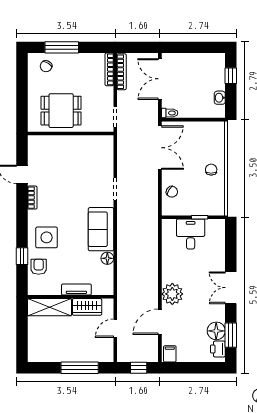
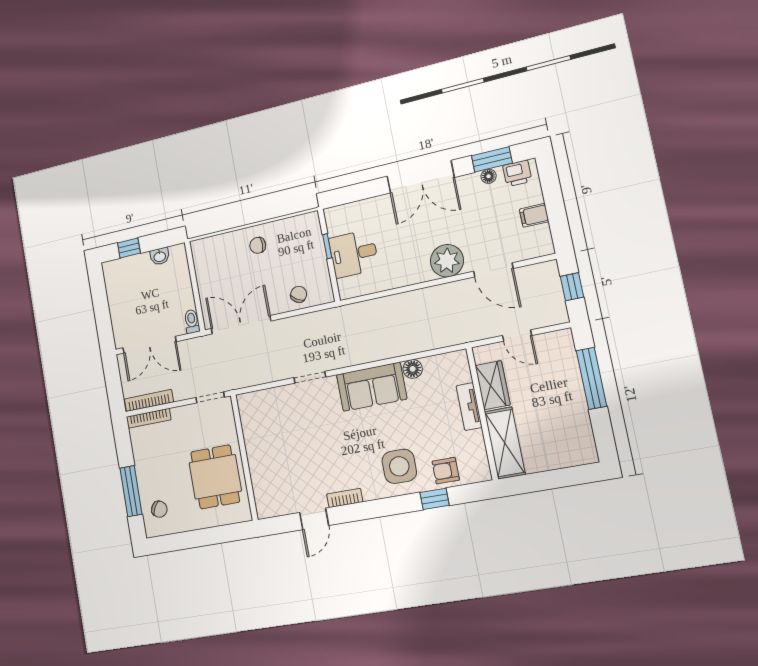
double door: (231, 288) -> (421, 177), width x1.37
floor lamp: (216, 331) -> (489, 176), width x0.53, depth x0.53
filing cabinet: (170, 354) -> (534, 215), moved

